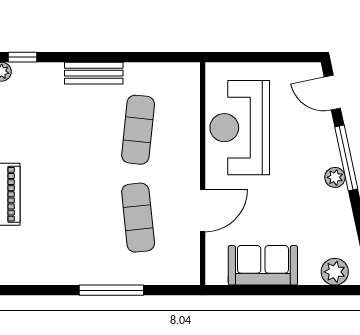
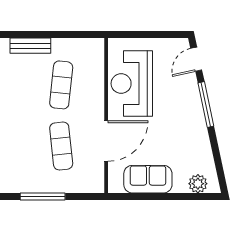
door: (332, 93) -> (196, 59), hinge flipped
plant: (335, 177) -> (198, 118), removed
door: (203, 211) -> (106, 141), width x1.36

